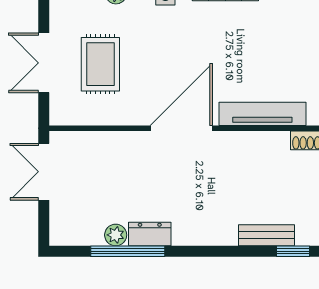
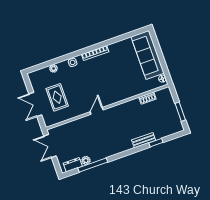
tv unit: (262, 114) -> (126, 94), removed
door: (181, 128) -> (97, 111), width x0.53
dresser: (150, 234) -> (73, 165), moved

